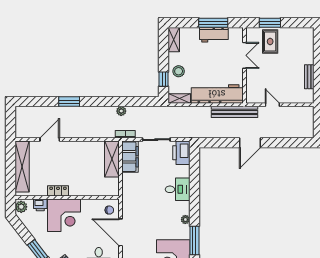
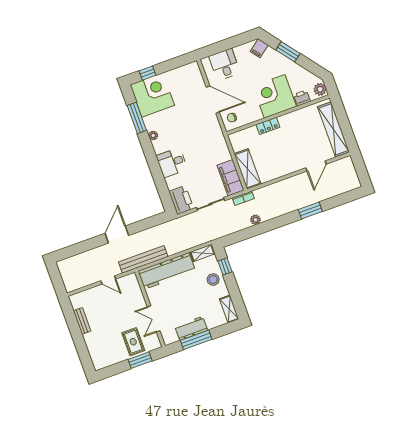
locker: (58, 191) -> (268, 126), moved

